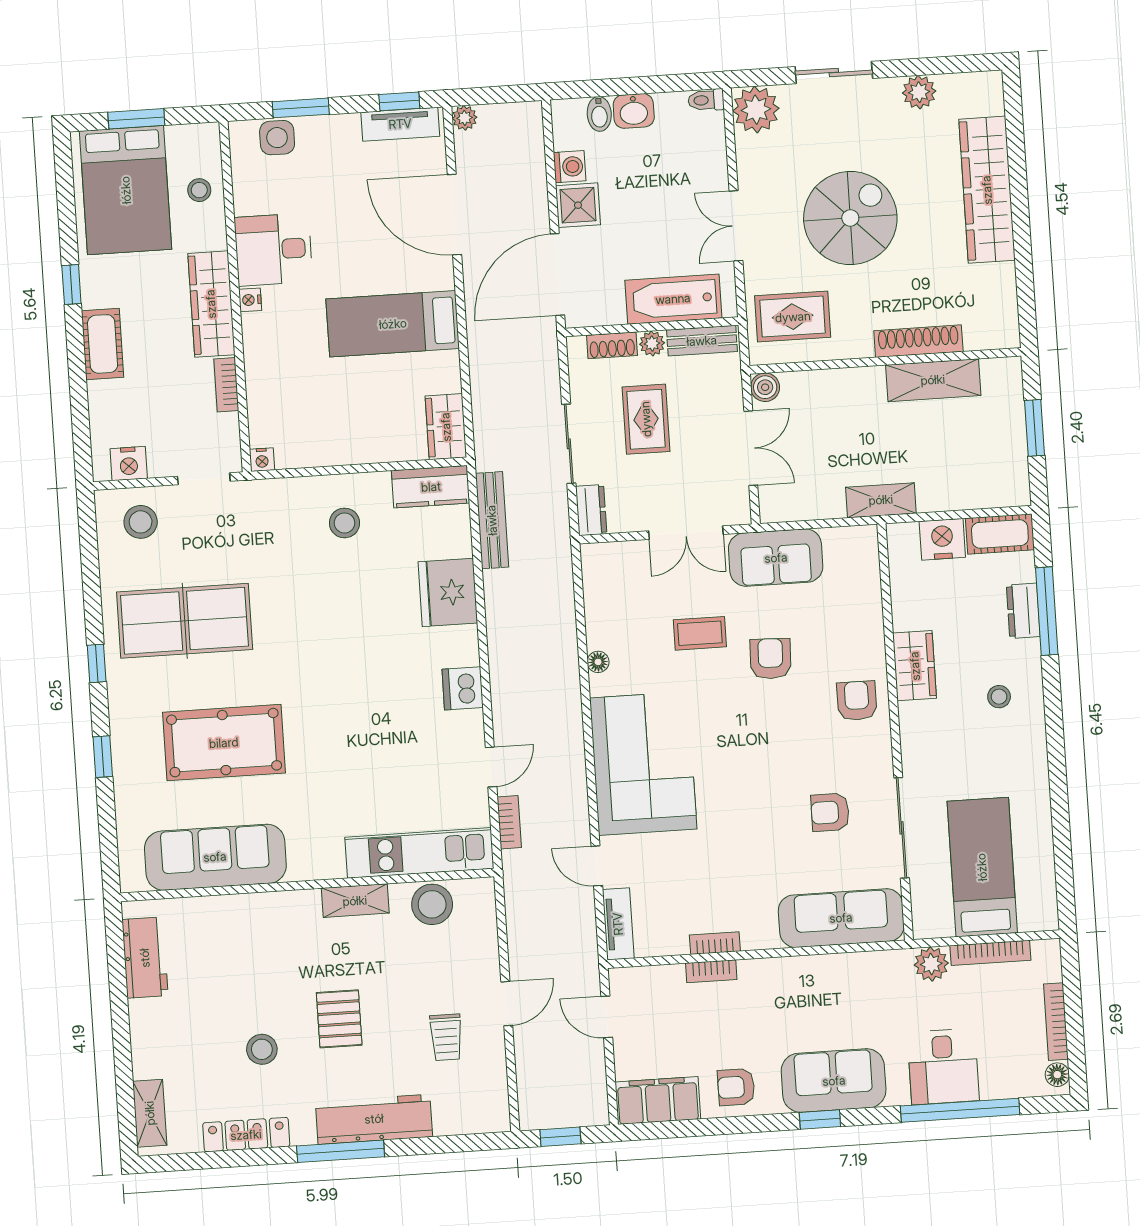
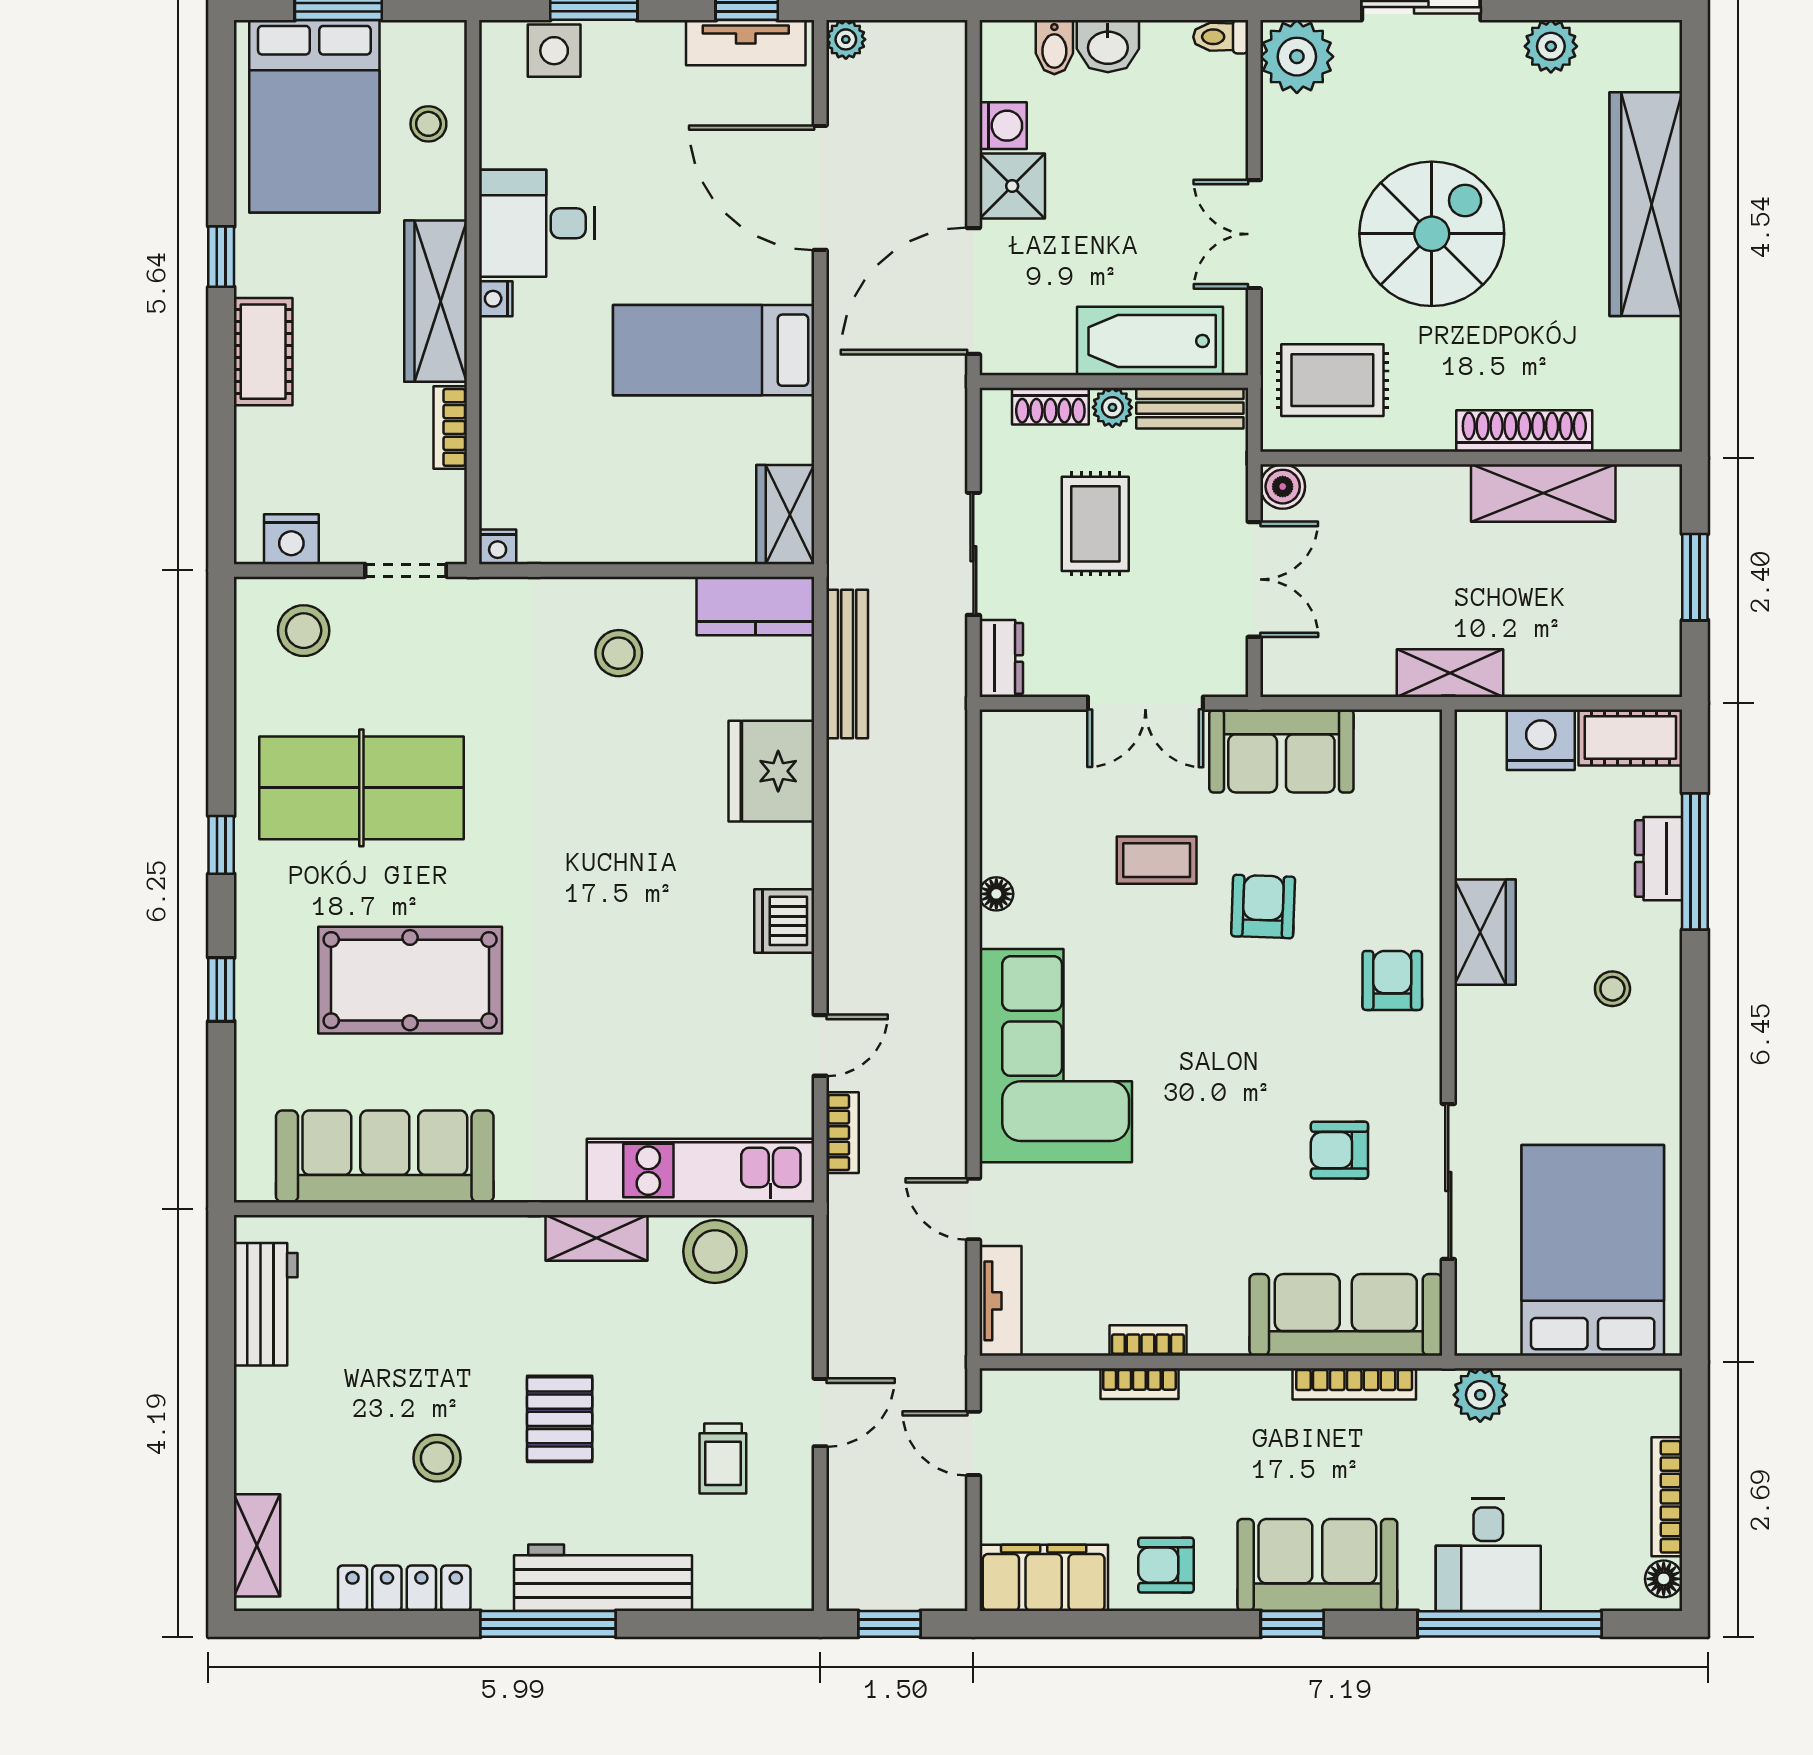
bed: (982, 867) -> (1593, 1250), width x1.50
bookcase: (990, 953) -> (1354, 1384), moved

